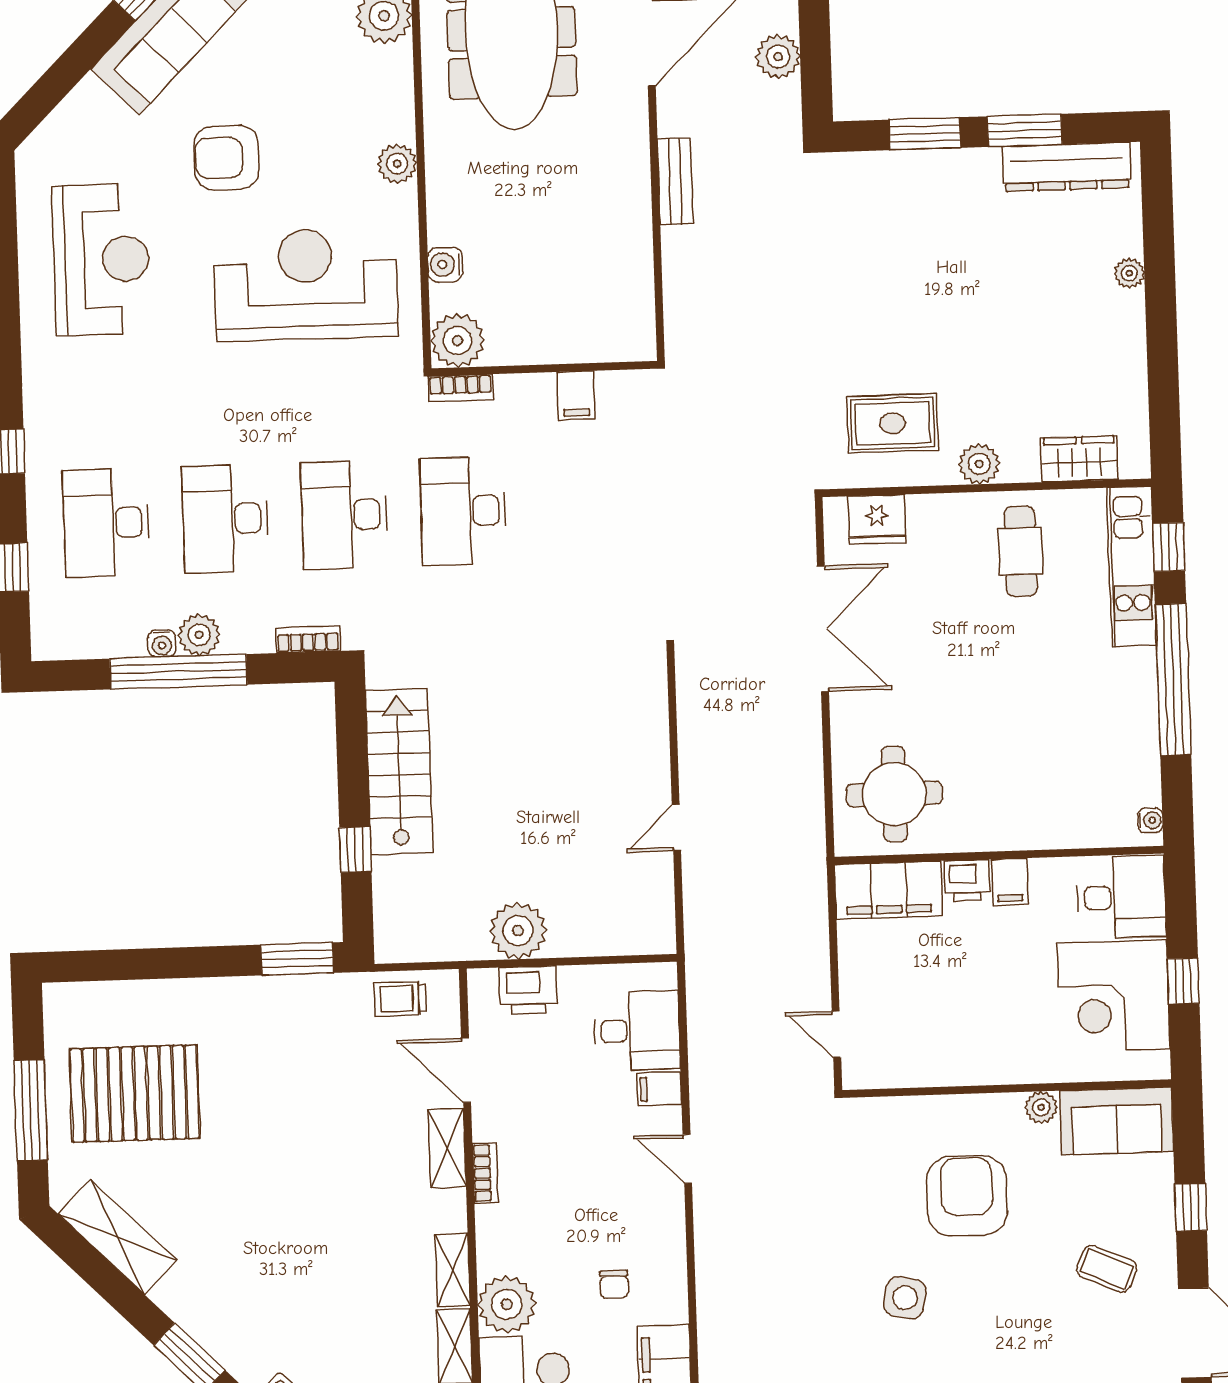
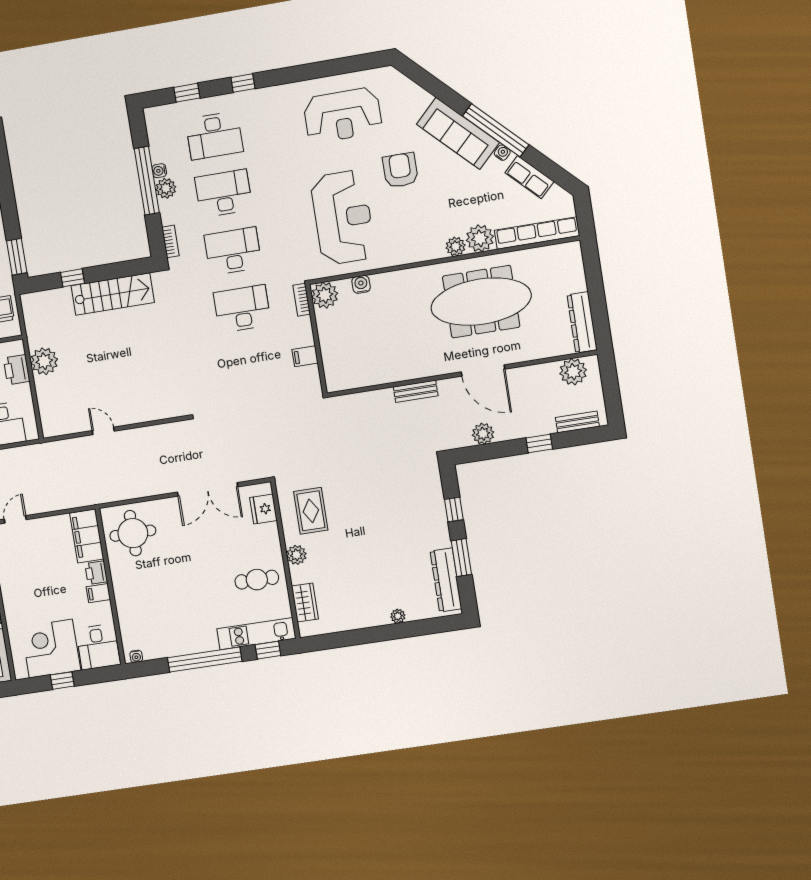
window: (925, 134) -> (454, 509), width x0.67
plant: (397, 164) -> (456, 246), moved
desk: (106, 523) -> (214, 135), turned 180

